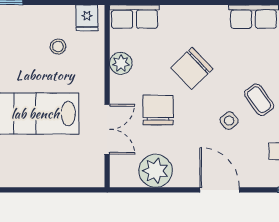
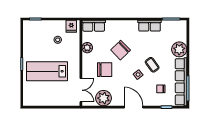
chair: (158, 110) -> (105, 70), turned 90
double door: (107, 129) -> (81, 90), moved

